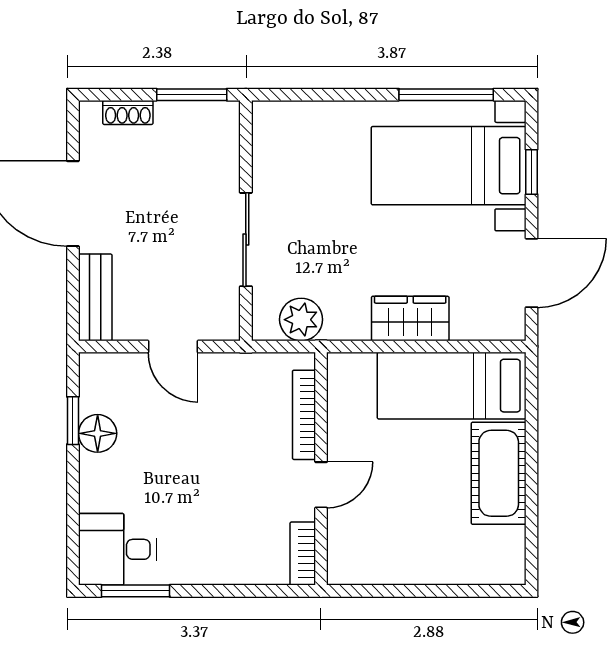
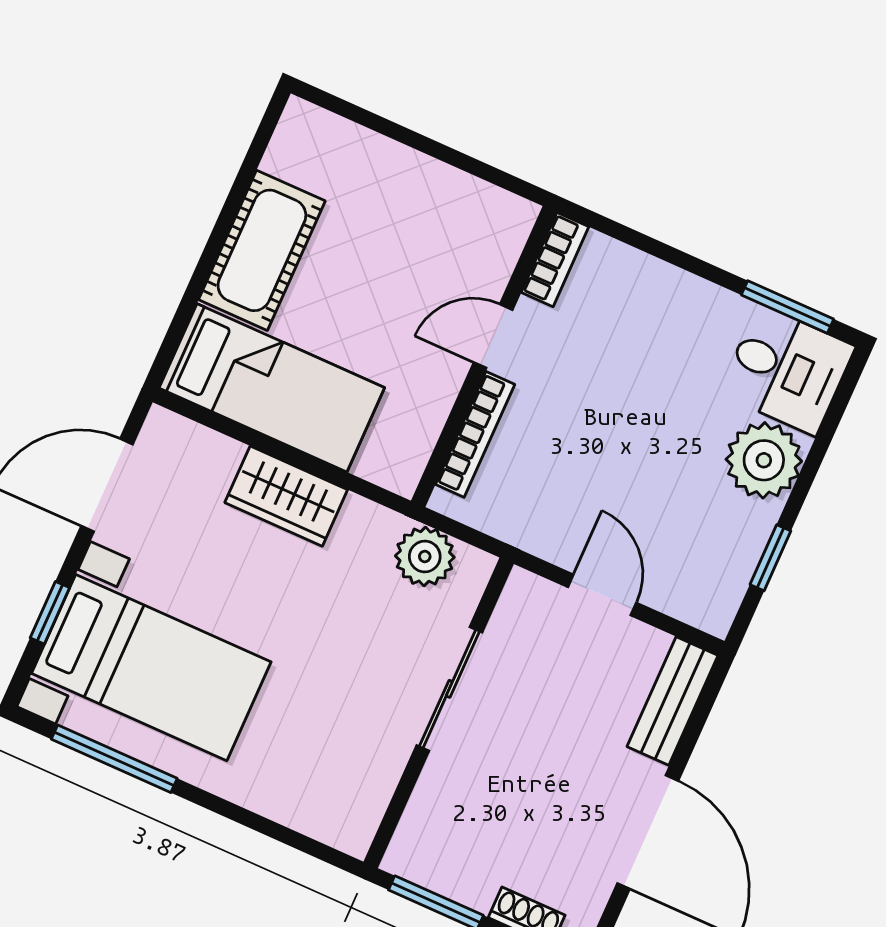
floor lamp: (98, 433) -> (747, 528), removed
plant: (106, 483) -> (764, 460), added

